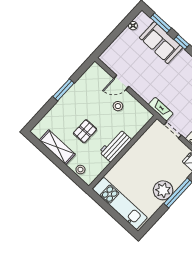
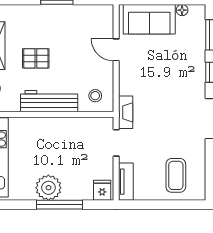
sofa: (161, 43) -> (149, 19), moved, turned -90
stool: (118, 106) -> (95, 96), moved
workbench: (115, 146) -> (49, 101), width x1.37

